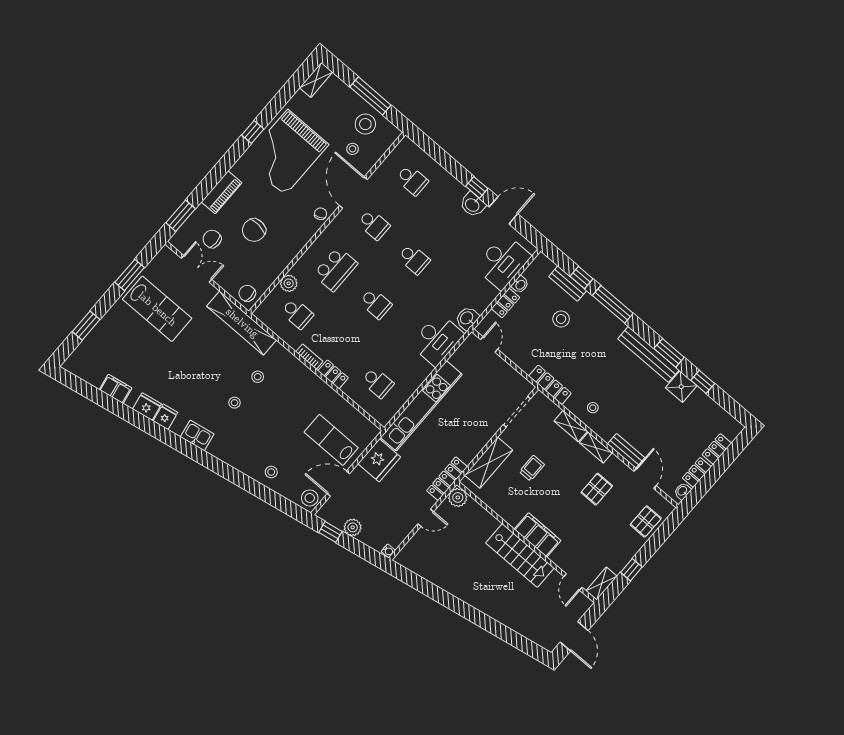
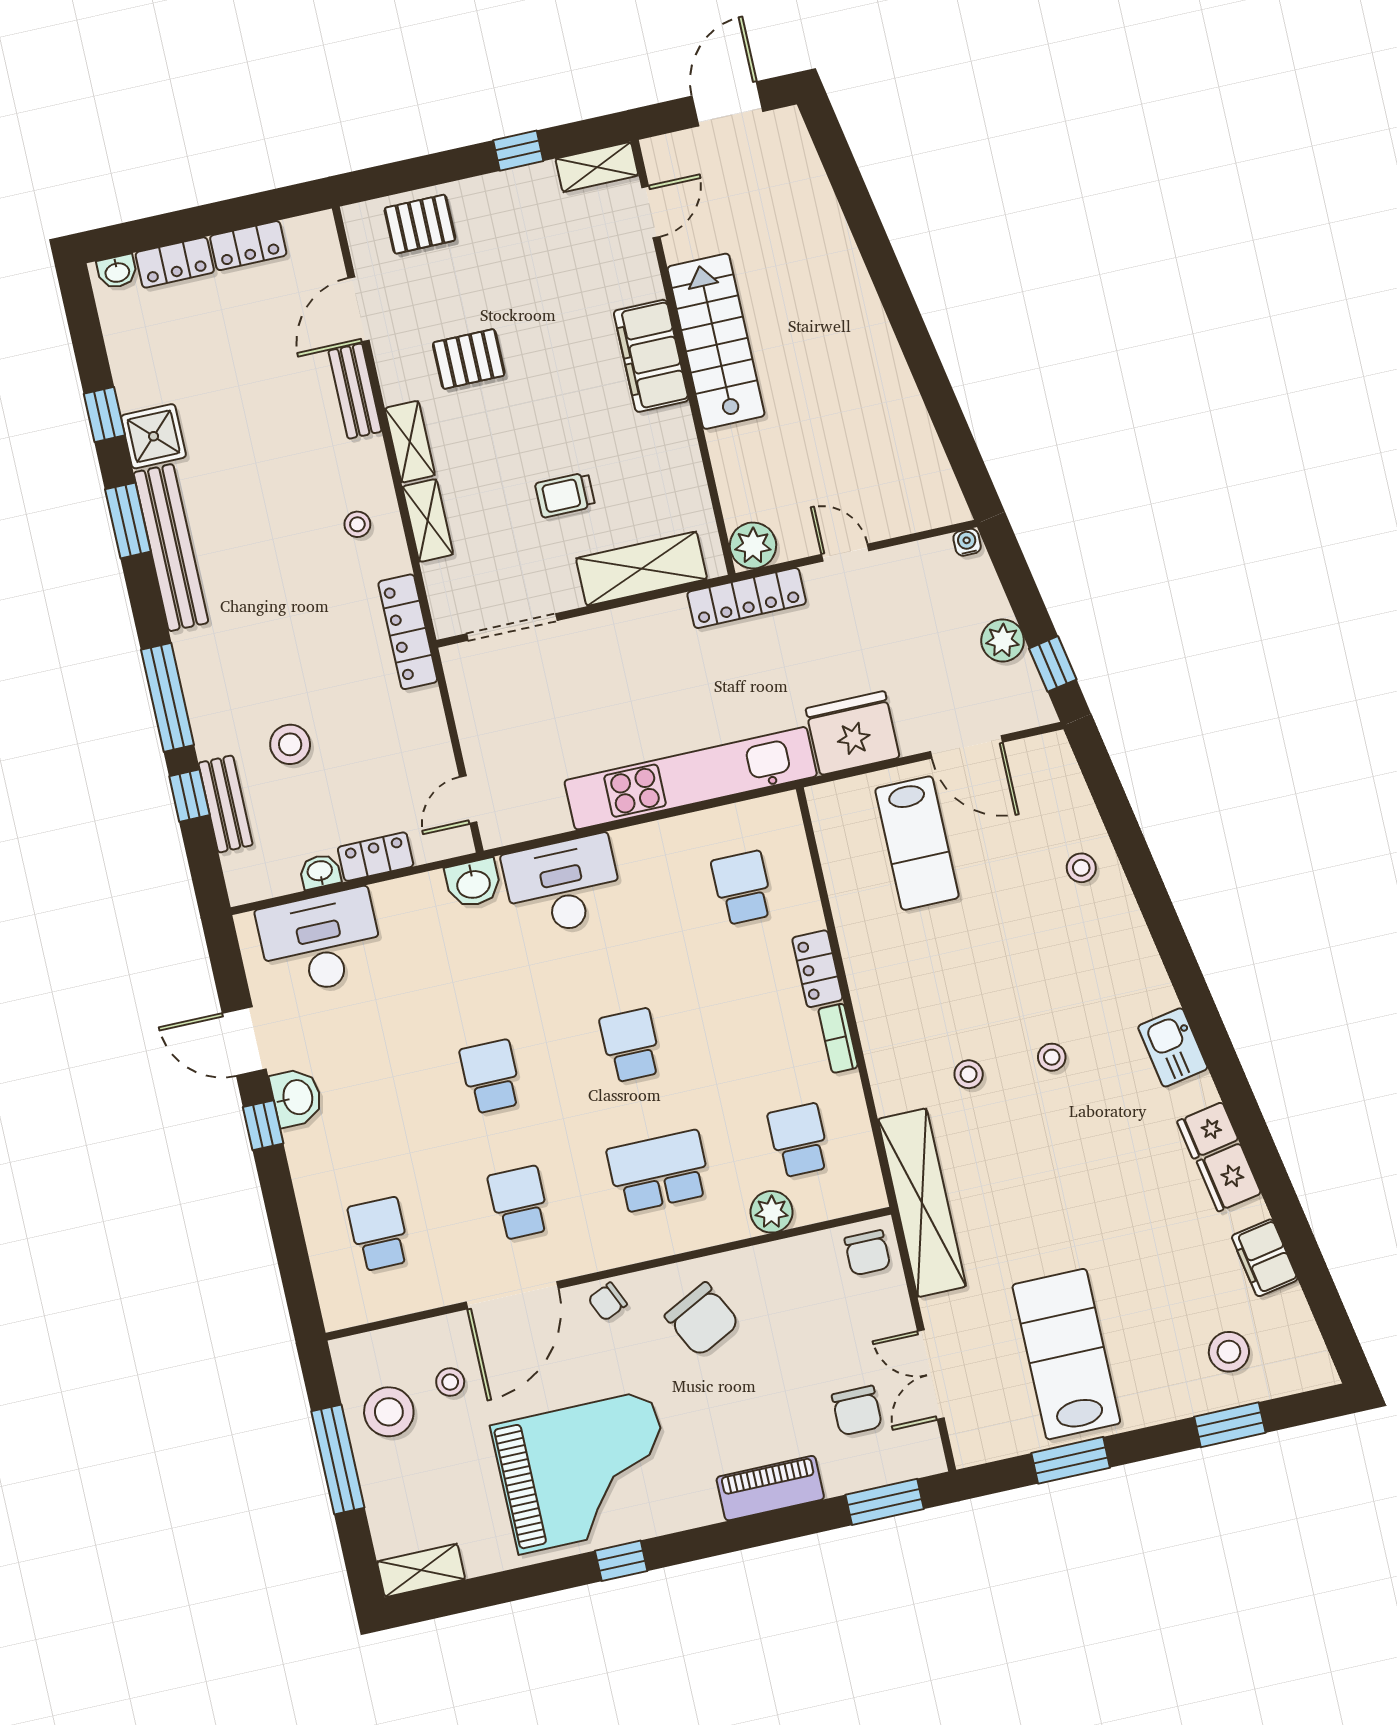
chair: (254, 230) -> (702, 1319), moved, turned 57
washbasin: (682, 491) -> (117, 272), moved
stool: (310, 498) -> (1229, 1352), moved

